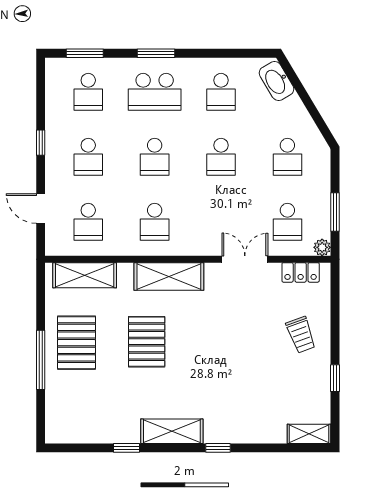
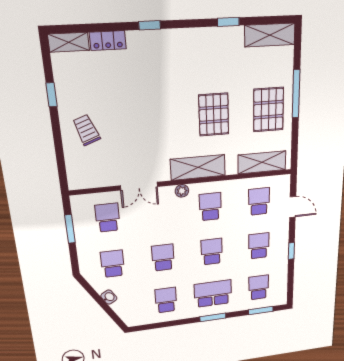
washbasin: (277, 81) -> (109, 297), moved, width x0.52, depth x0.69
plant: (322, 247) -> (182, 191), moved
locker: (301, 272) -> (108, 41), moved, turned 180
shelving: (172, 431) -> (270, 35), moved

